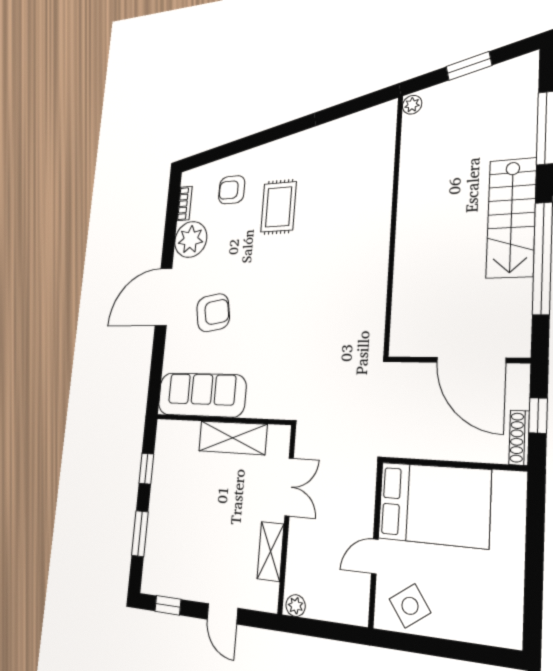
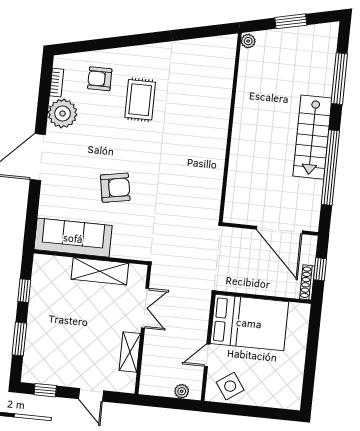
armchair: (213, 313) -> (115, 188), moved
plant: (296, 606) -> (182, 391), moved

